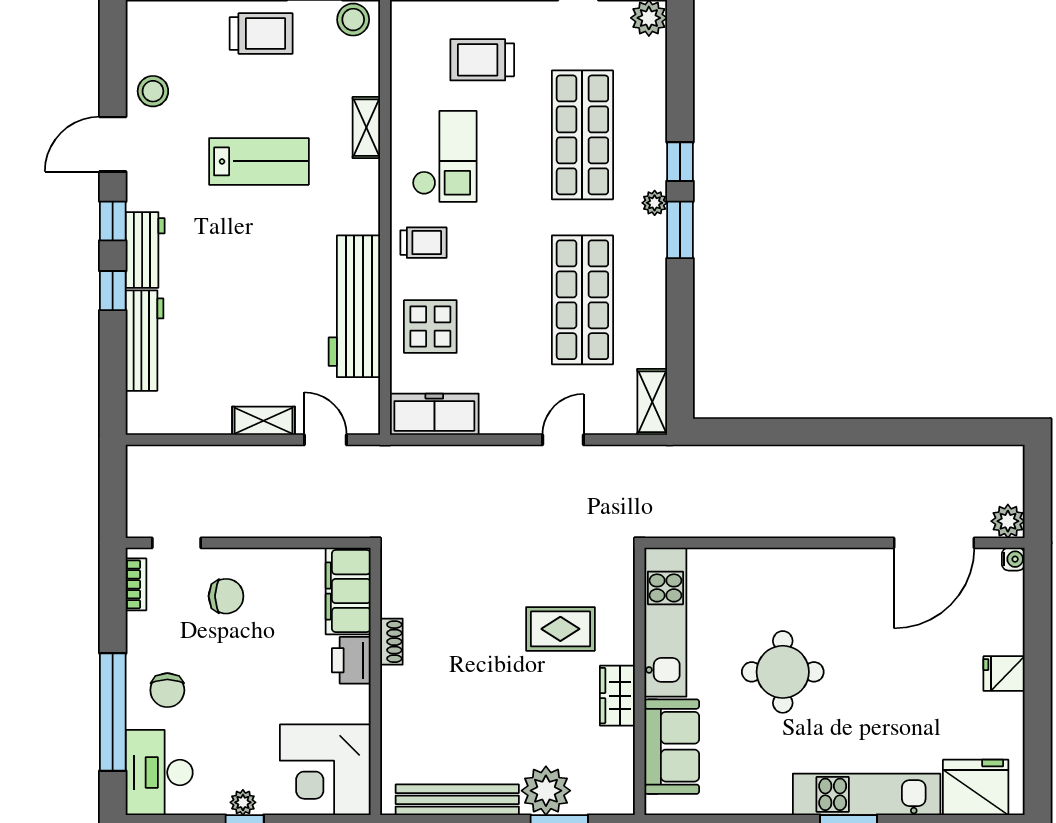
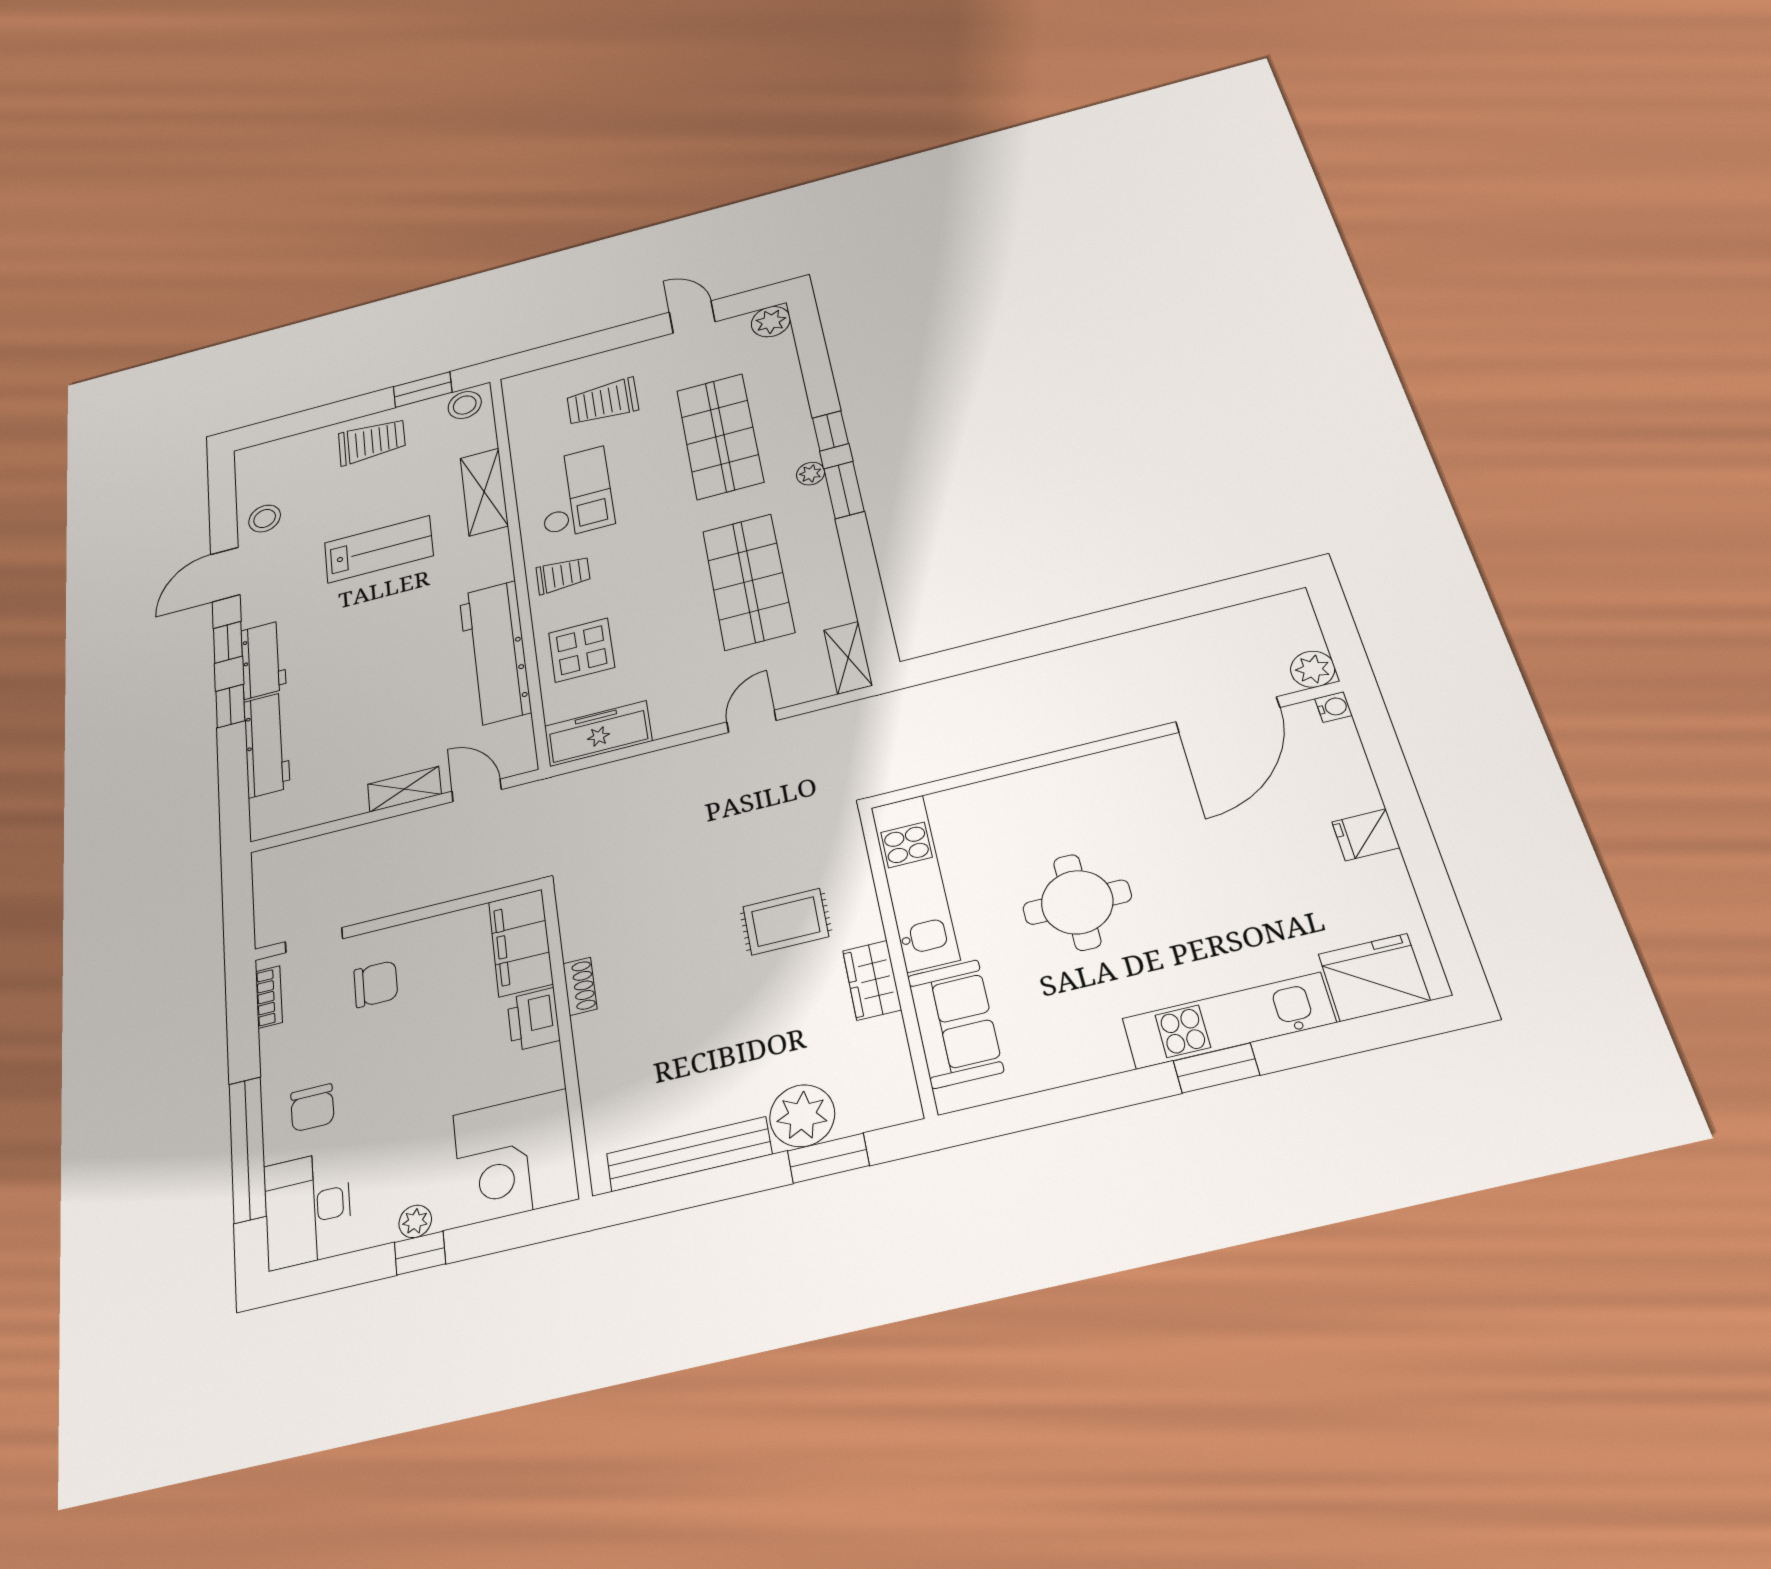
shelving: (366, 128) -> (484, 492), width x1.50, depth x1.33

